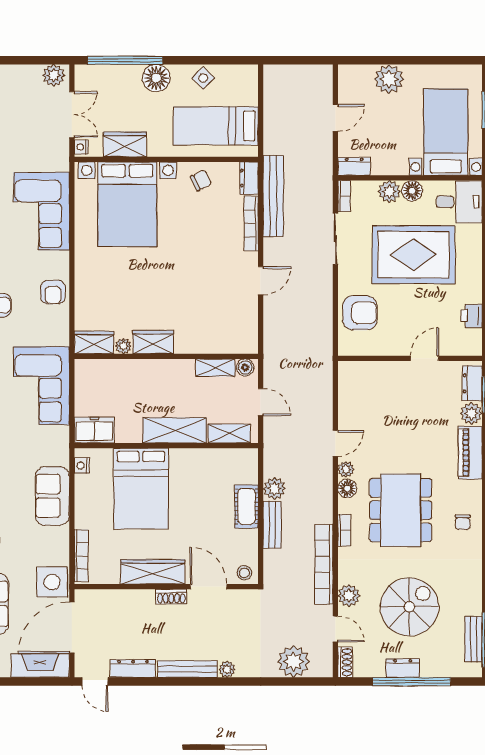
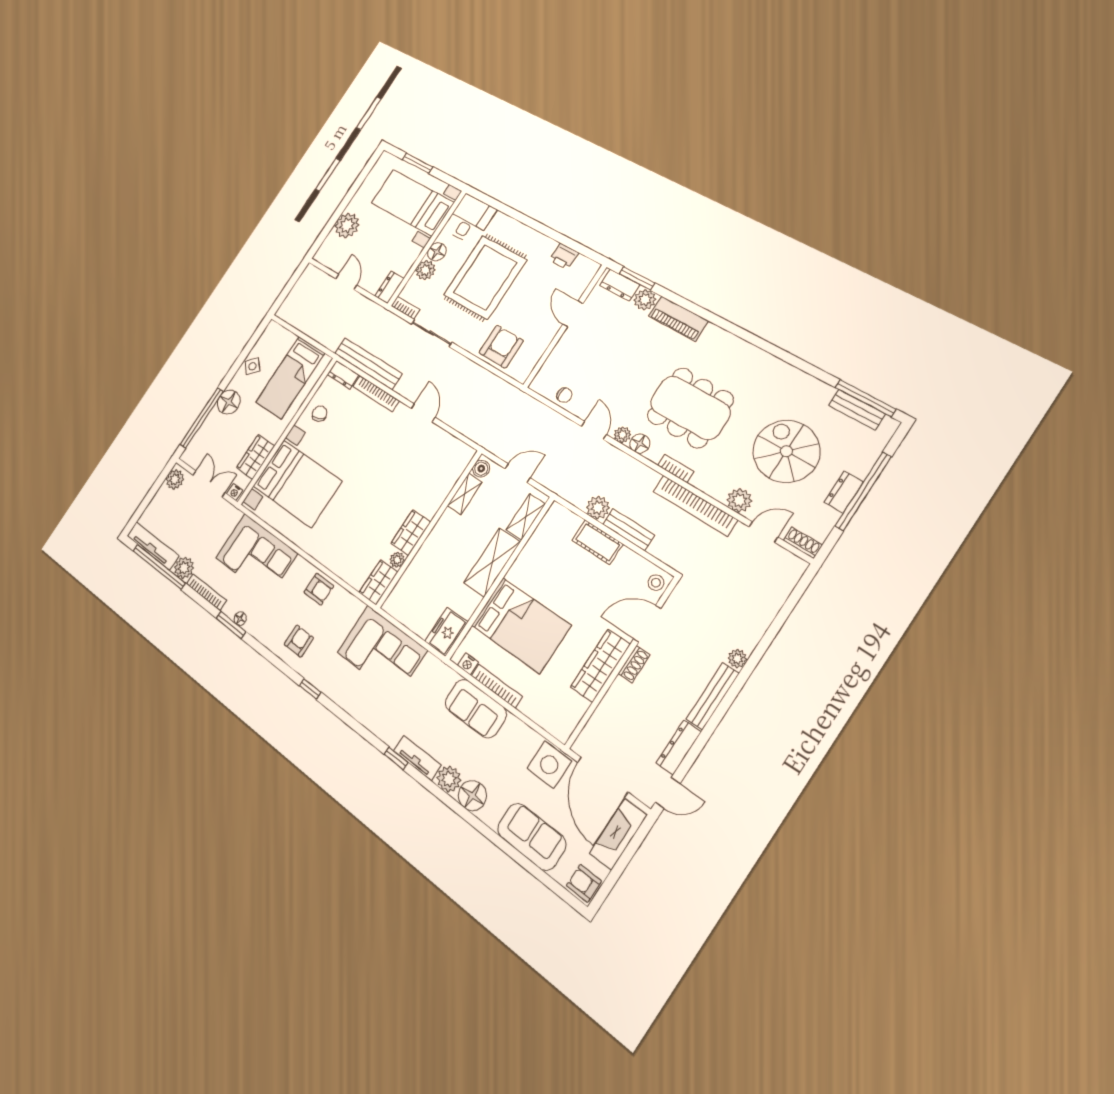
chair: (463, 522) -> (564, 395), moved
bookcase: (81, 556) -> (497, 686), moved
plant: (294, 661) -> (770, 591), removed

